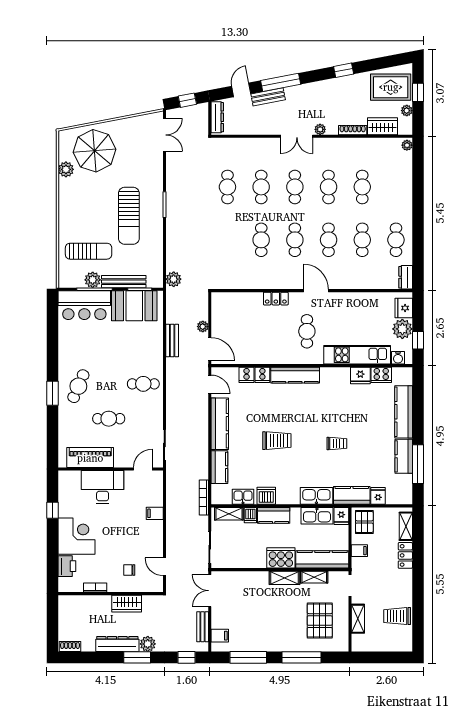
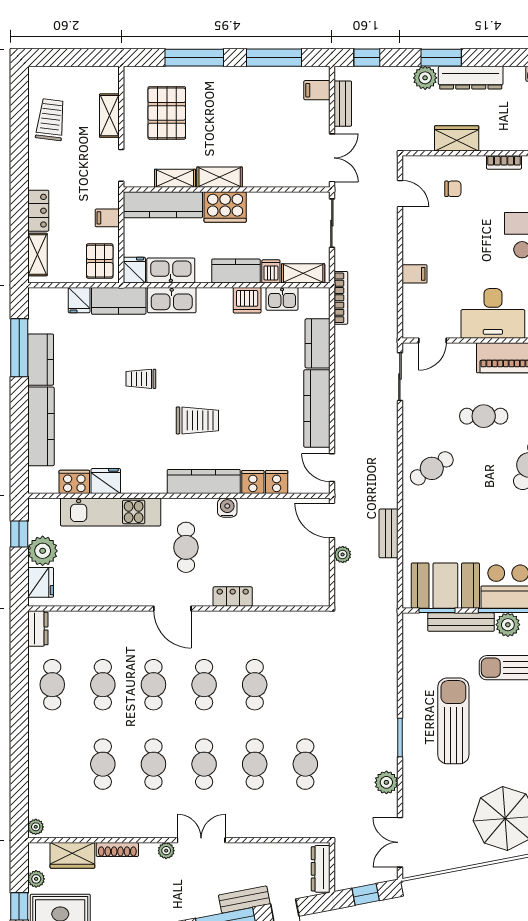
plant: (174, 279) -> (386, 782), moved
water cooler: (398, 358) -> (227, 508), moved
cafe table: (143, 384) -> (432, 468), turned -33
trolley: (277, 441) -> (197, 420), moved, turned 180
trolley: (397, 616) -> (51, 120), turned -83

